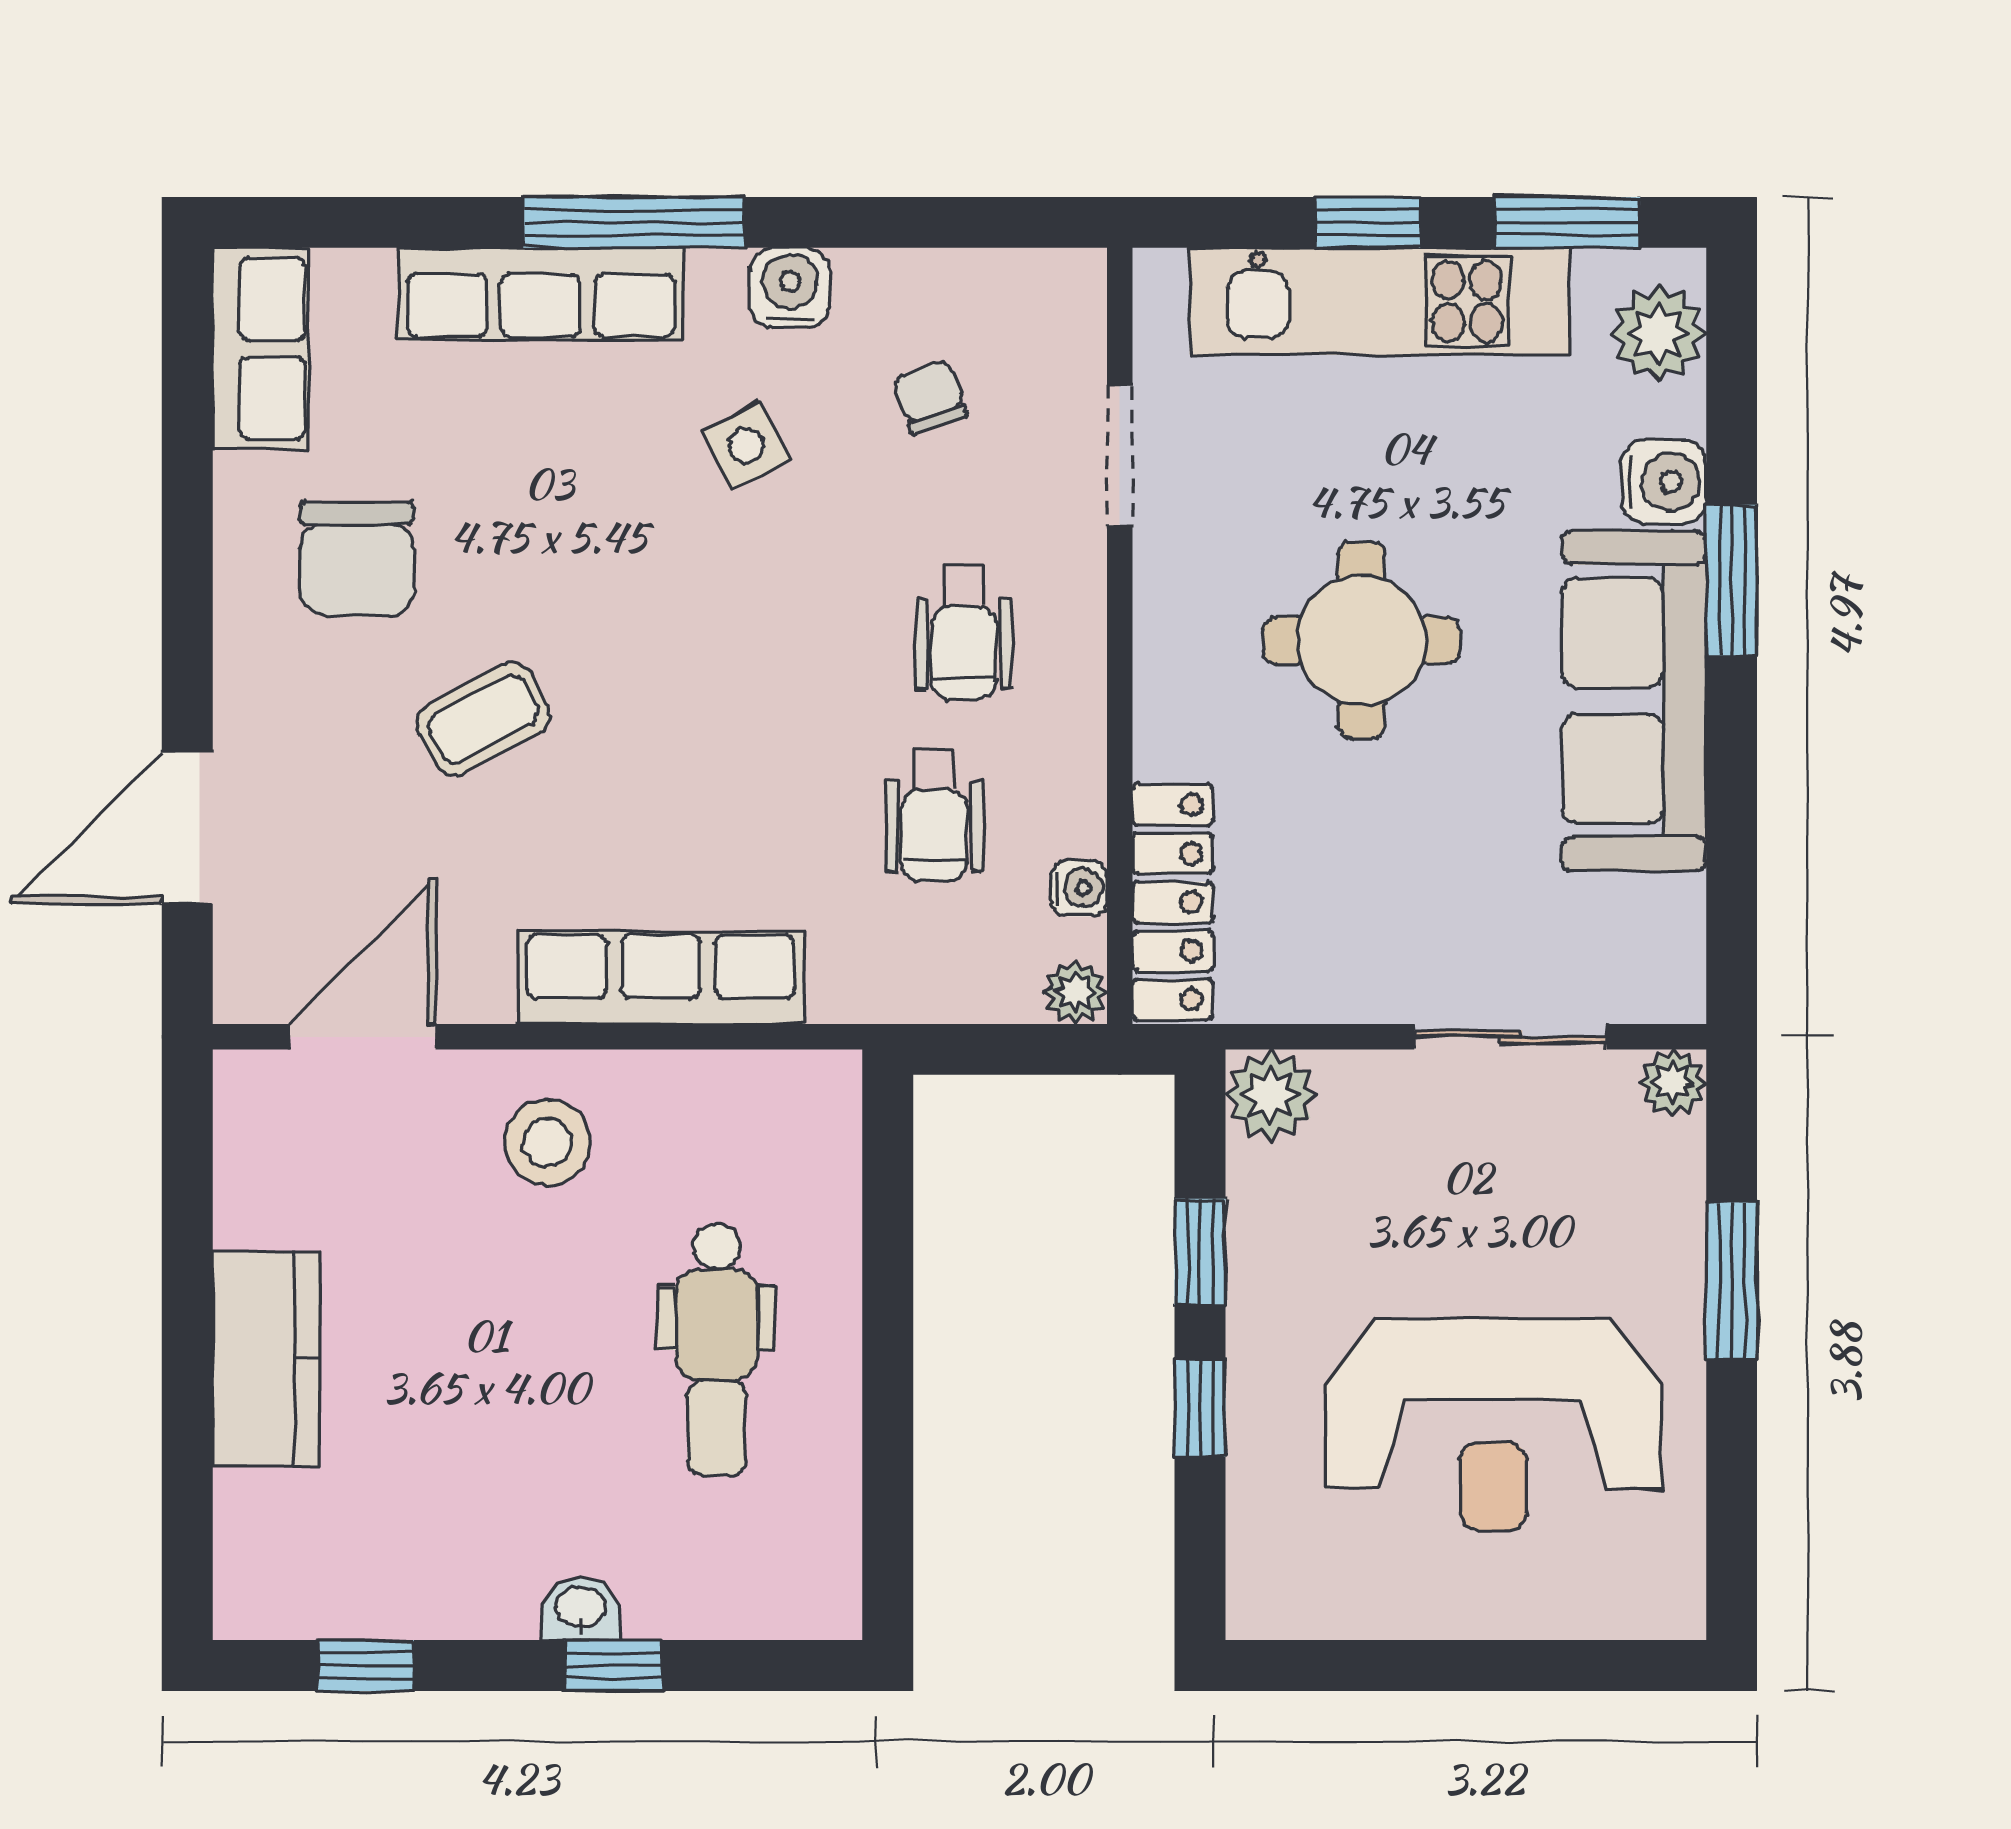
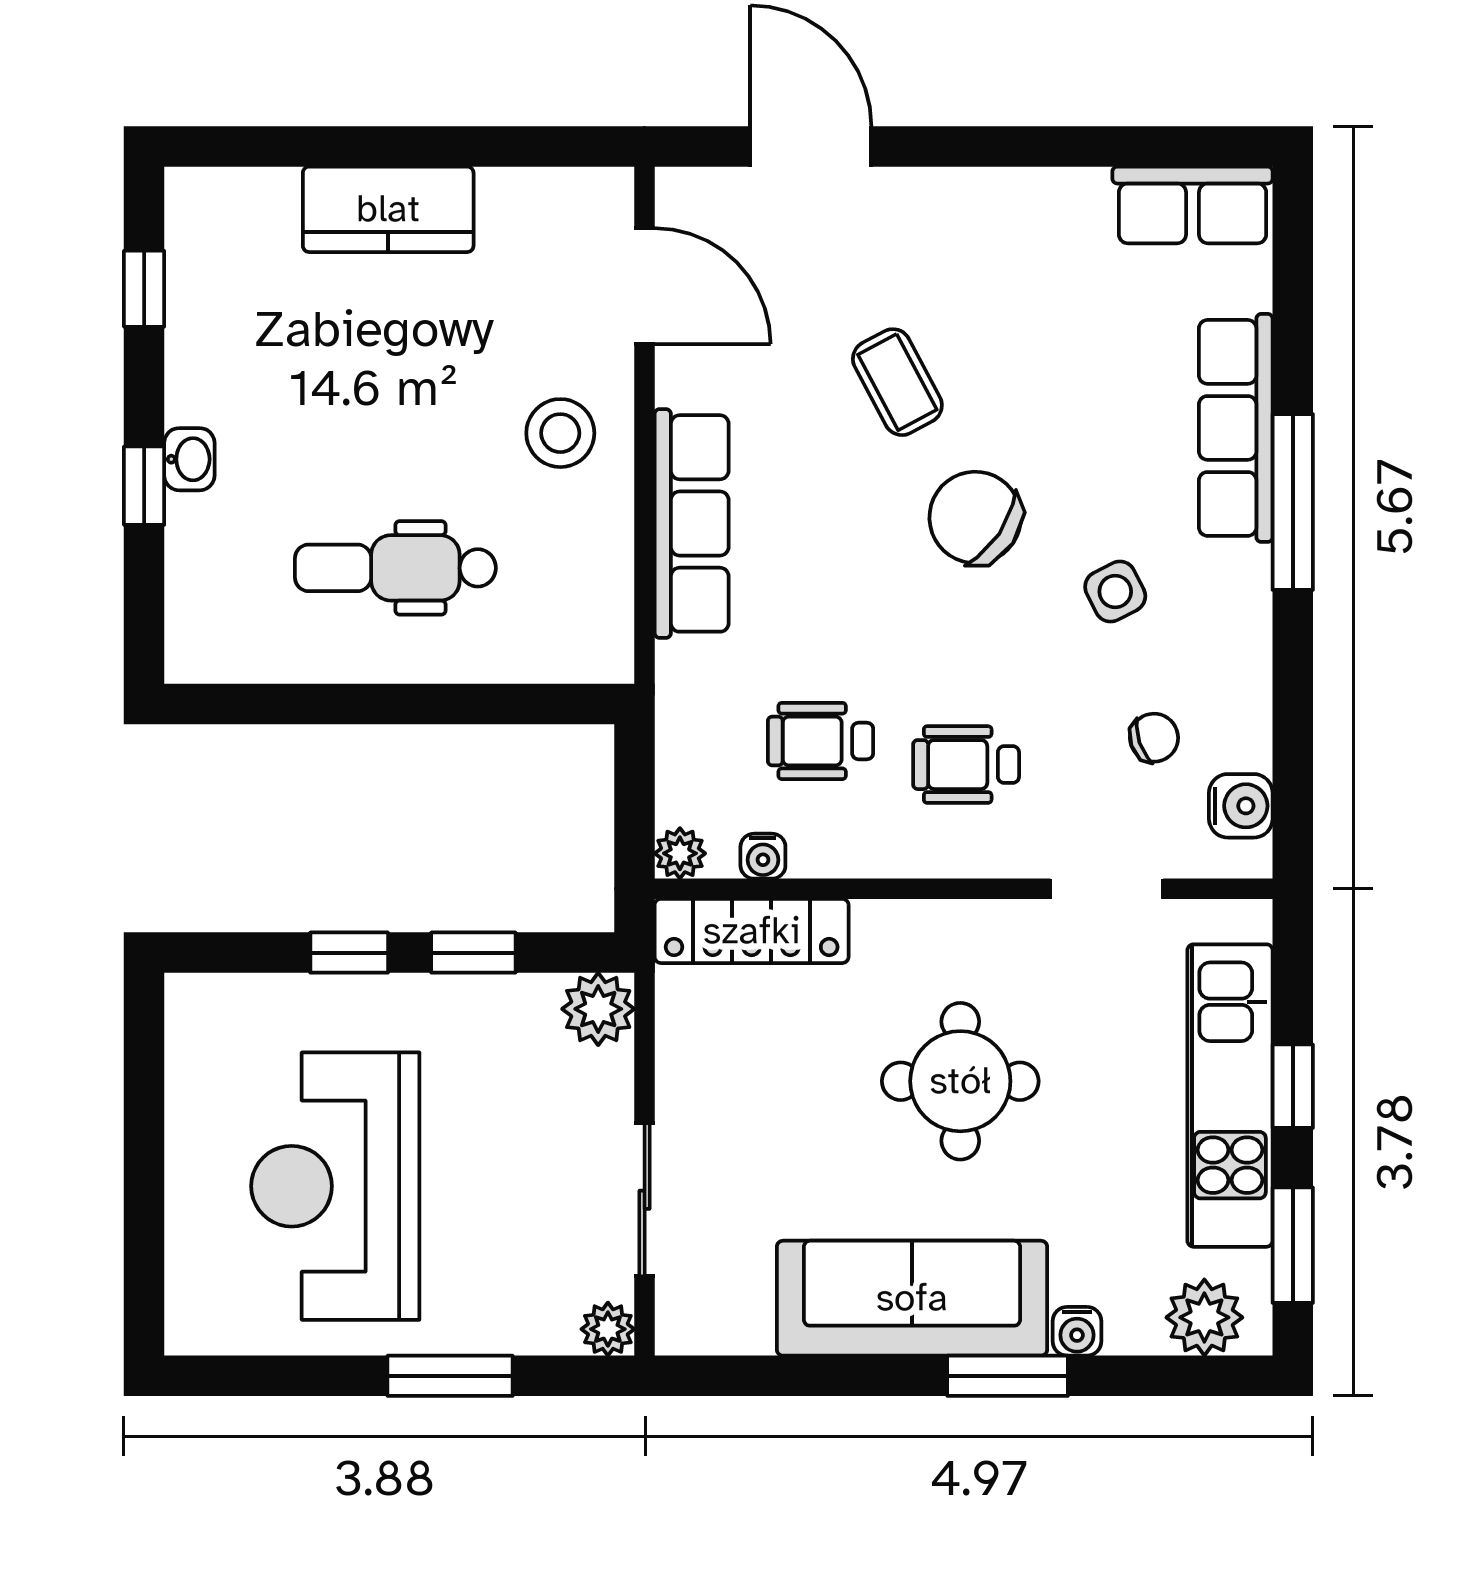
water cooler: (790, 288) -> (1241, 806), moved
water cooler: (1664, 482) -> (1077, 1331), width x0.72, depth x0.72
chair: (357, 559) -> (975, 517), moved, turned 34

